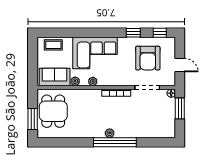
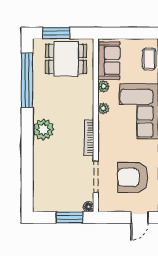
door: (180, 65) -> (139, 218), moved
plant: (110, 133) -> (44, 129), width x1.88, depth x1.88
window: (115, 142) -> (27, 80), moved

